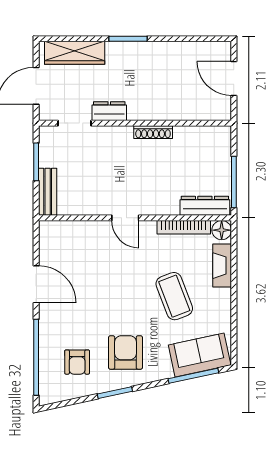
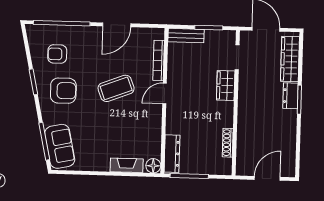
dresser: (109, 111) -> (290, 96), moved, turned 180
shoe rack: (153, 132) -> (228, 143), moved
wardrobe: (112, 137) -> (226, 86), added
bookcase: (184, 227) -> (159, 60), moved
coffee table: (174, 296) -> (116, 88), moved

